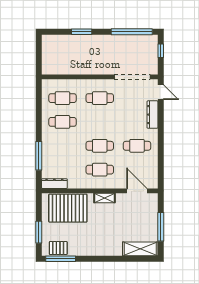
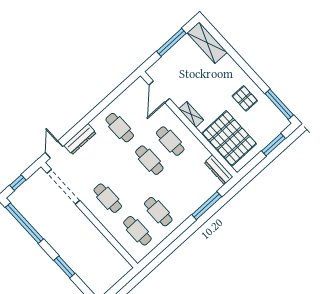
pallet: (58, 248) -> (245, 98), moved

